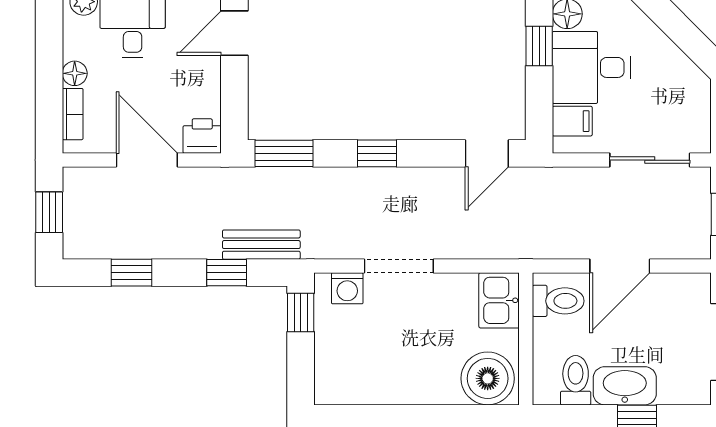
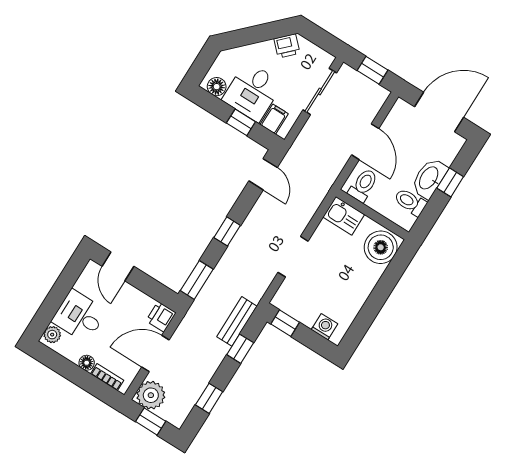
window: (539, 46) -> (241, 122), moved
printer: (684, 75) -> (287, 46), added
plant: (85, 190) -> (151, 395), added
washing machine: (347, 288) -> (324, 327), moved, turned -90

